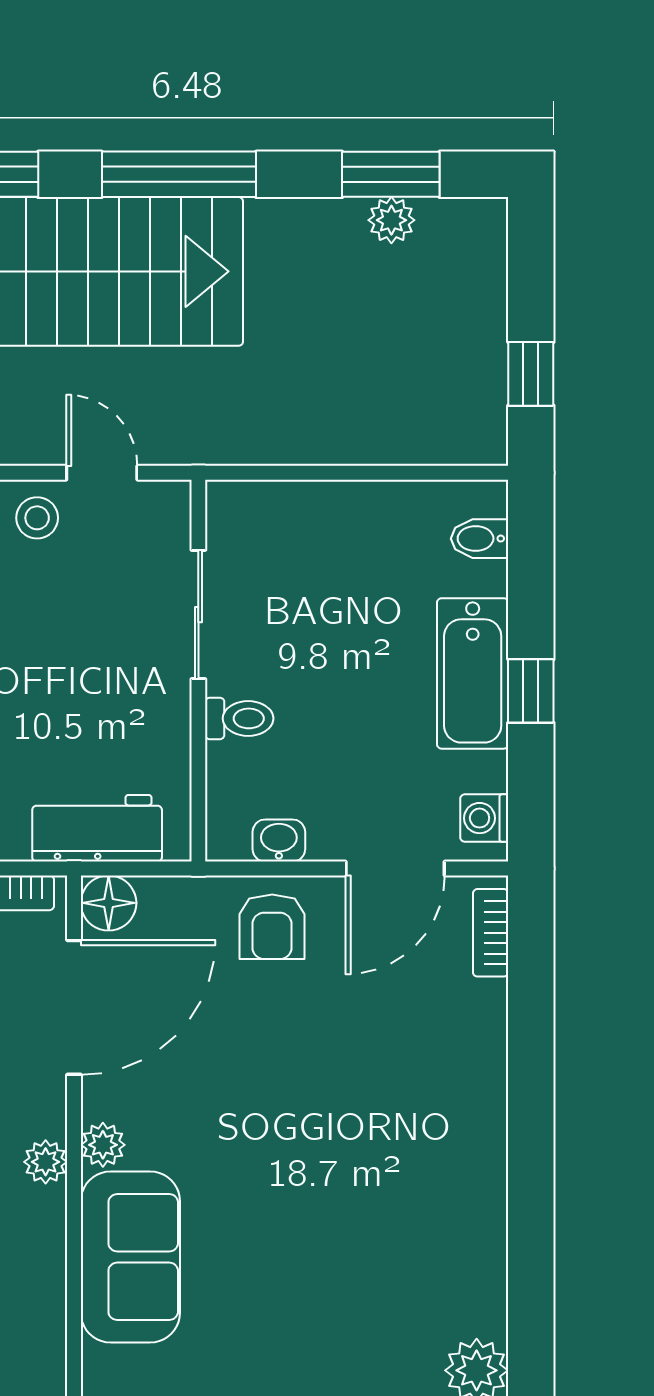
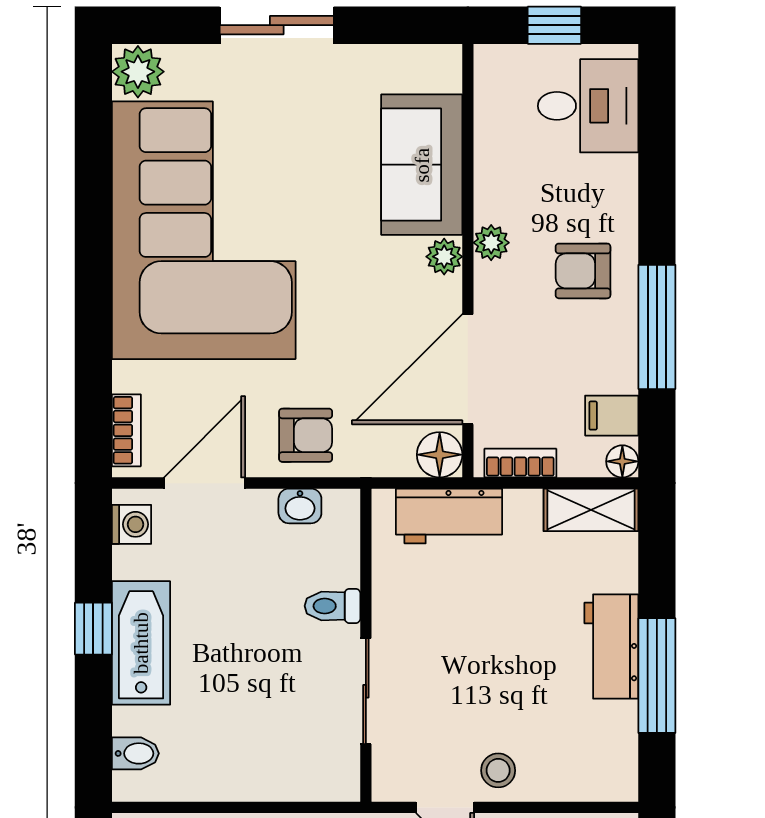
armchair: (272, 927) -> (306, 435), turned 90
corner sofa: (396, 1177) -> (204, 230), added

